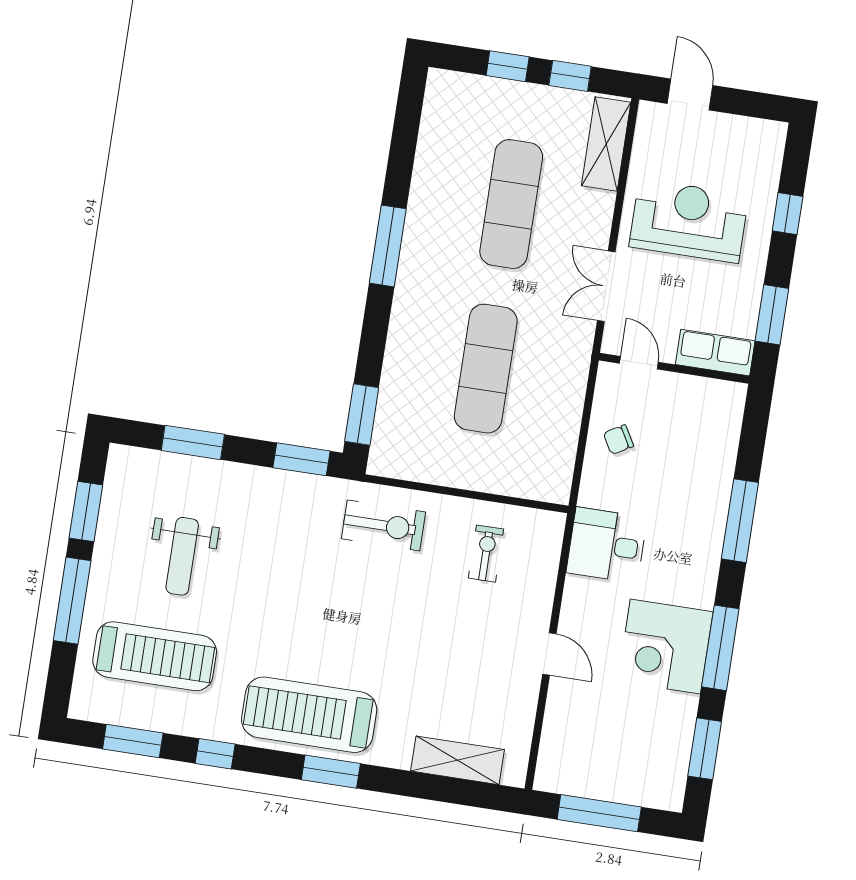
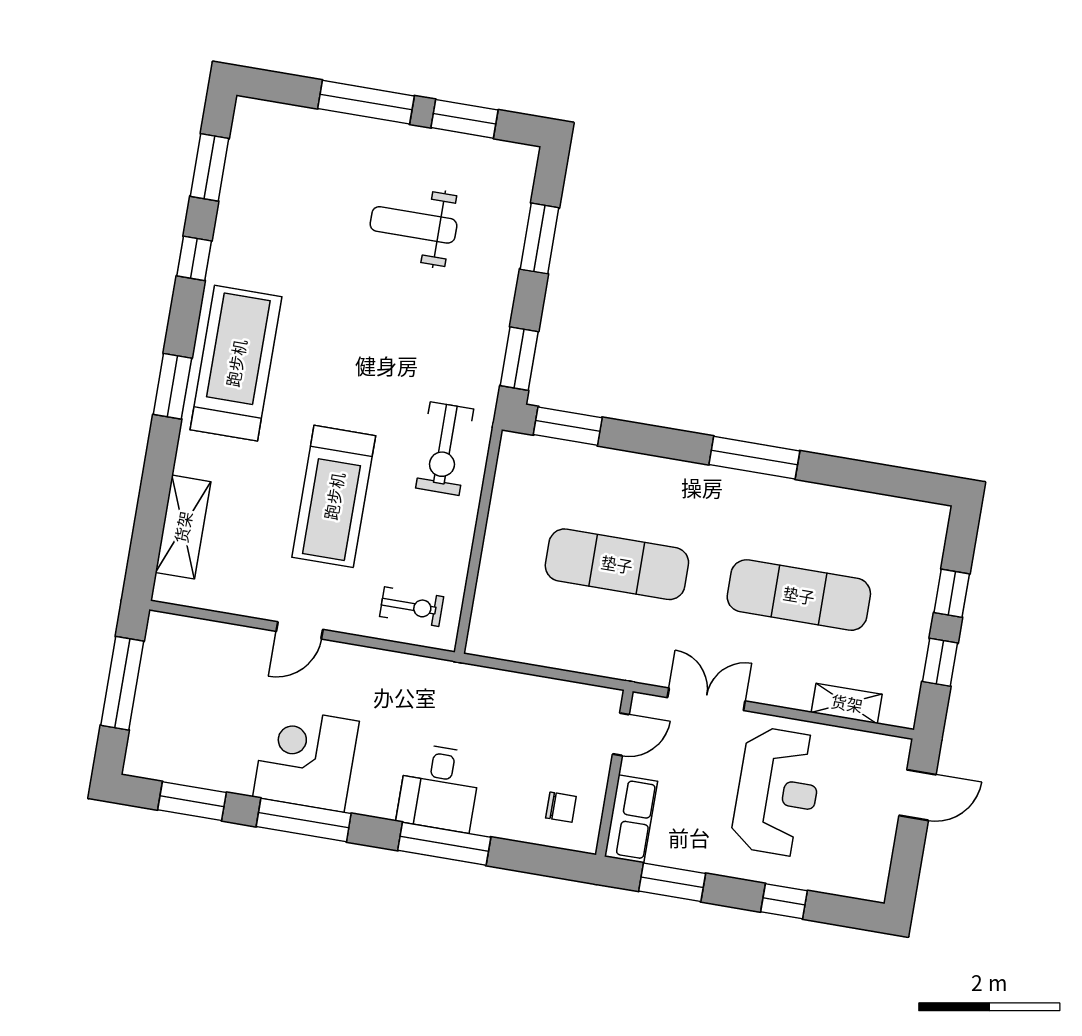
shelving: (606, 144) -> (847, 703), width x0.67, depth x0.75
chair: (618, 440) -> (561, 807), moved, turned 120
desk: (607, 545) -> (439, 788), moved, turned 180
exercise bike: (486, 554) -> (412, 607), moved
treadmill: (155, 656) -> (334, 496), moved

